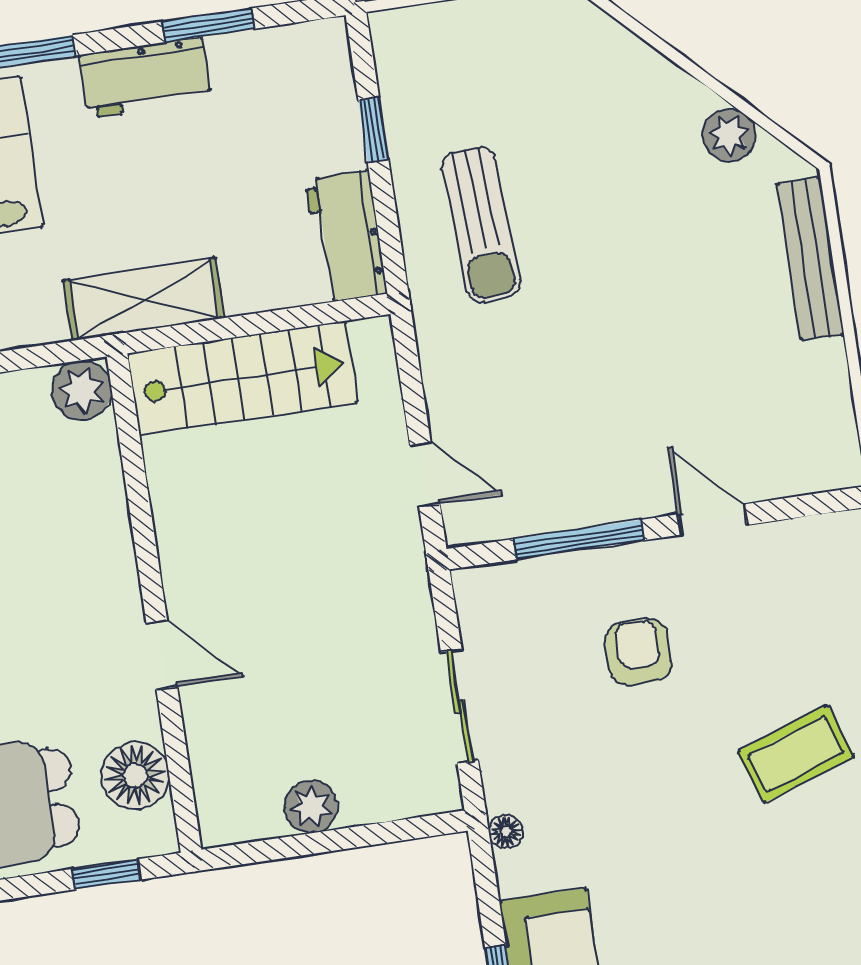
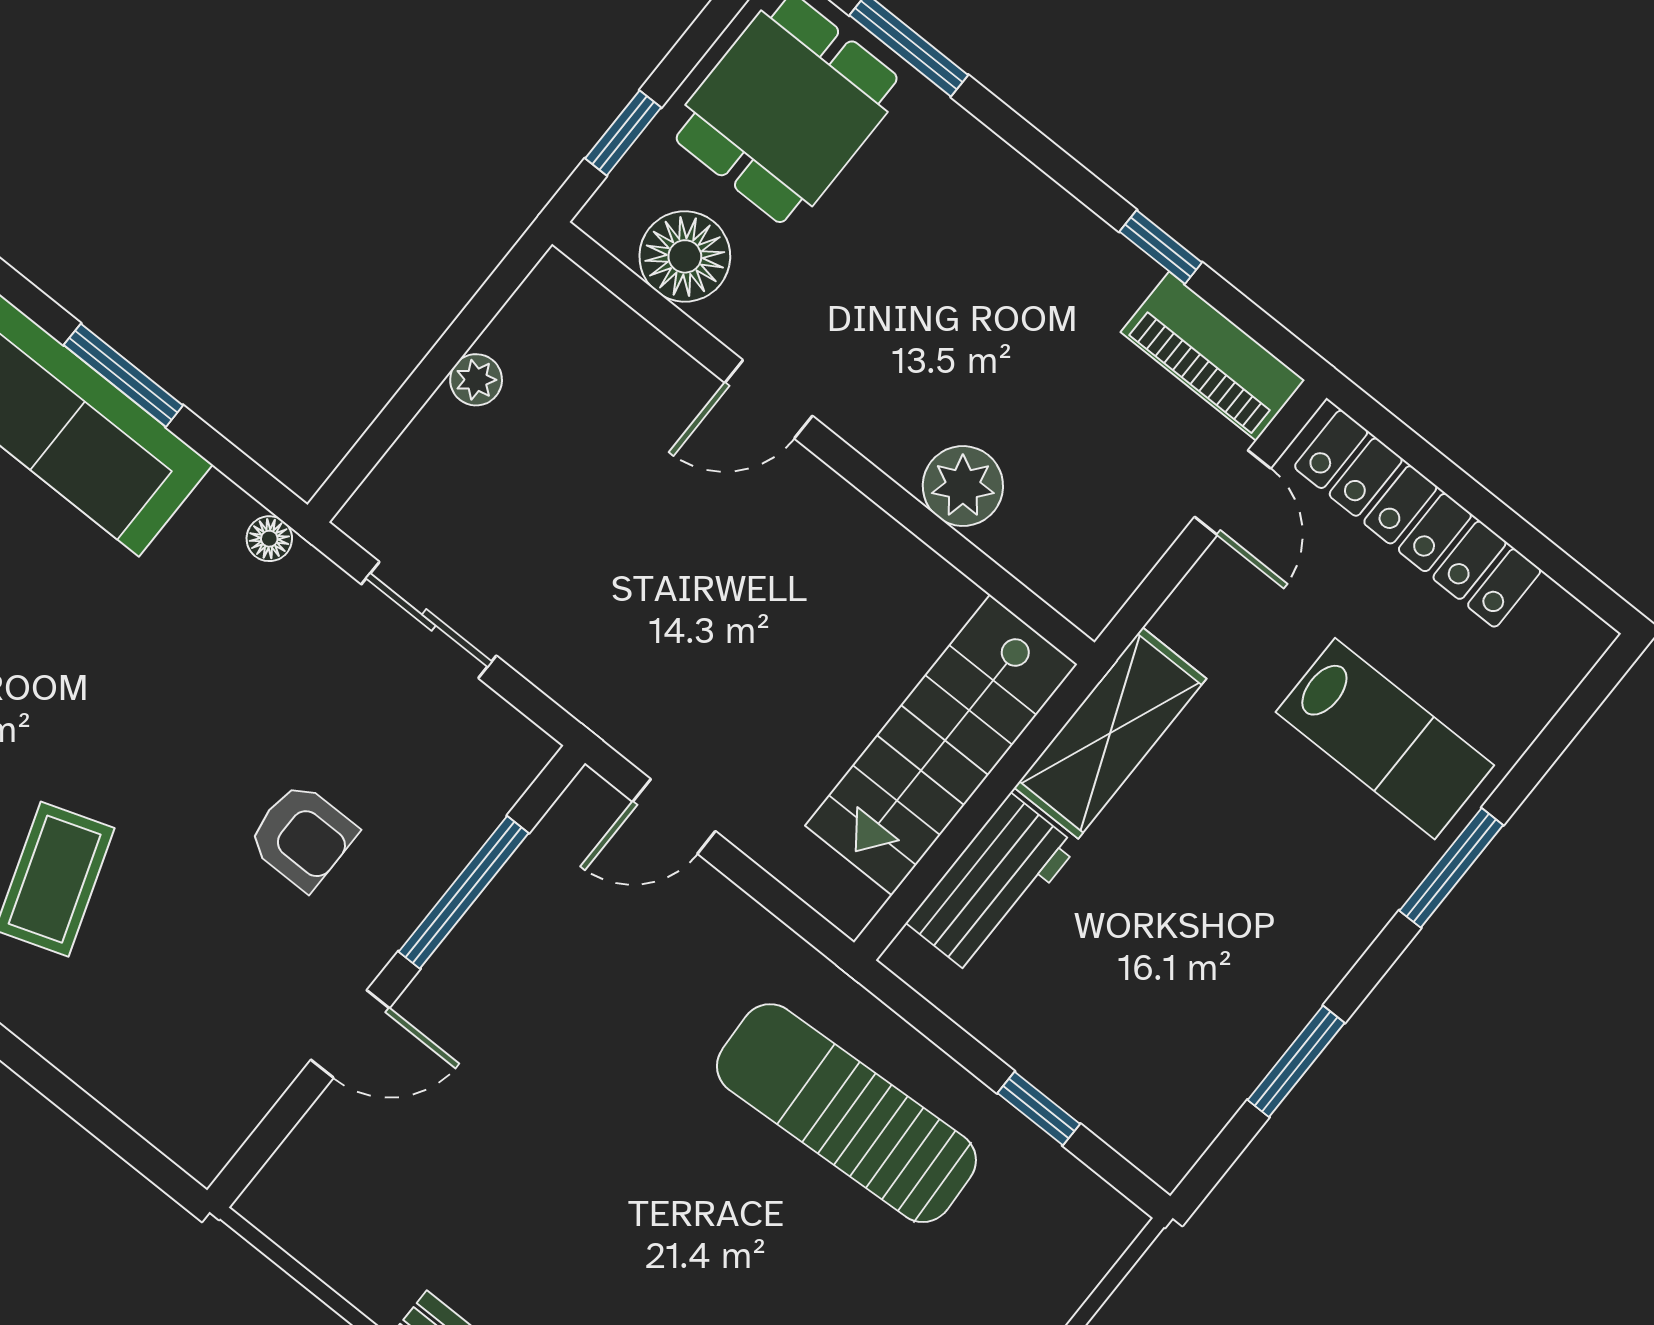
workbench: (145, 78) -> (1311, 952), removed
sun lounger: (481, 225) -> (846, 1113), width x1.36, depth x1.34
workbench: (346, 237) -> (992, 885), moved, turned 90
plant: (82, 390) -> (963, 486), moved
plant: (311, 807) -> (476, 380), width x0.73, depth x0.73

